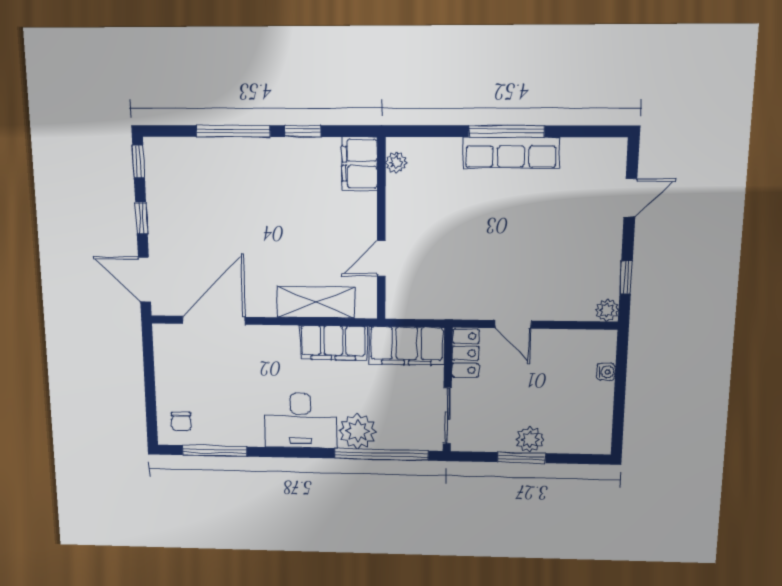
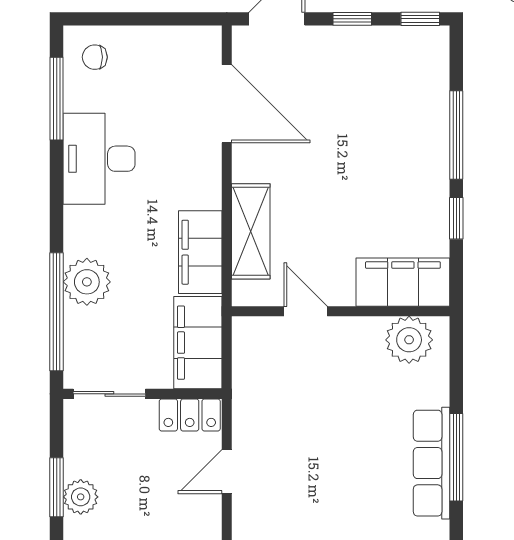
plant: (396, 163) -> (409, 340), width x1.88, depth x1.88
filing cabinet: (360, 164) -> (403, 282), width x1.50, depth x1.17
desk: (301, 421) -> (99, 159), moved

